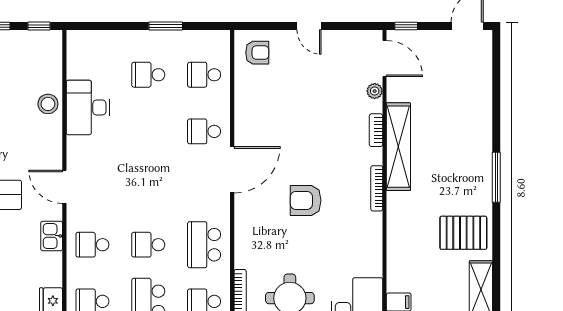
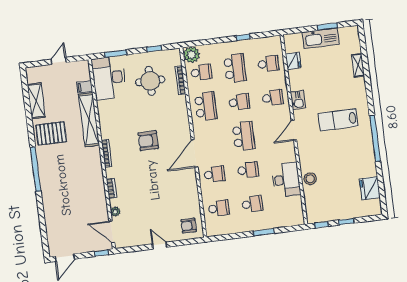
window: (166, 26) -> (264, 232), moved
school desk: (148, 131) -> (248, 170), added
shelving: (398, 147) -> (89, 120), moved
window: (496, 177) -> (36, 169), width x1.46
door: (64, 187) -> (294, 130), swing flipped
school desk: (148, 188) -> (244, 136), added
armchair: (306, 200) -> (148, 141), turned 180

